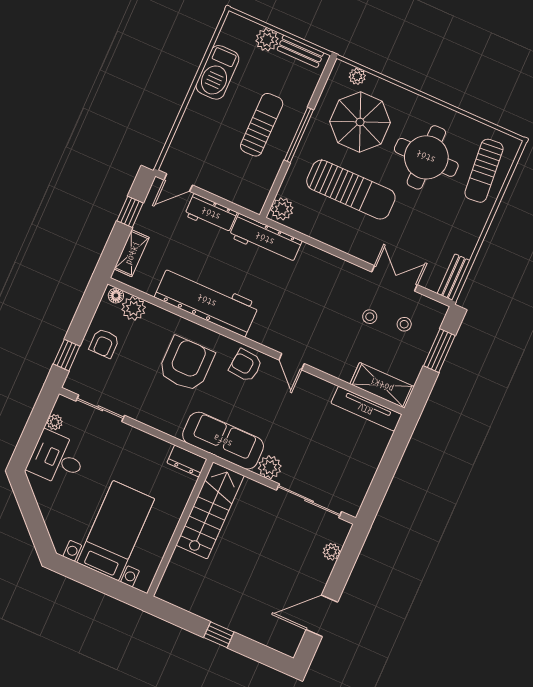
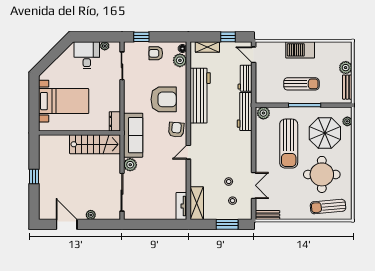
barbecue: (217, 72) -> (300, 50), moved
tv unit: (366, 409) -> (181, 206), width x0.71
plant: (332, 552) -> (91, 215), moved

